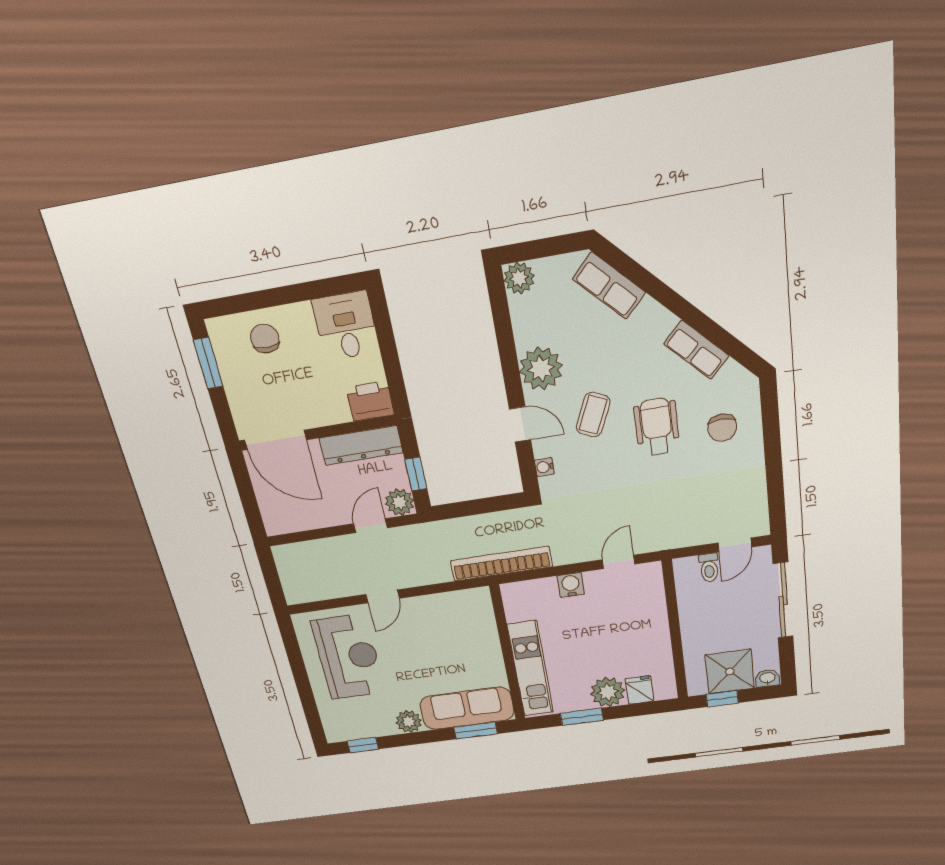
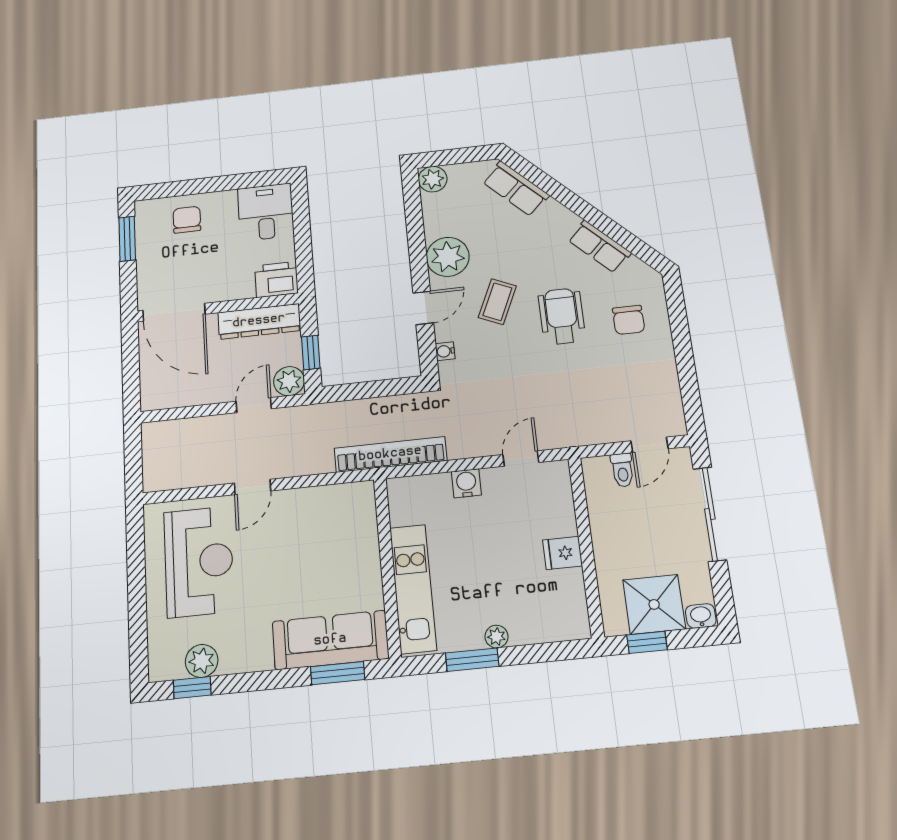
door: (520, 424) -> (423, 308), hinge flipped
fridge: (640, 690) -> (563, 553), moved, turned -90
plant: (608, 692) -> (496, 637), width x0.53, depth x0.53
plant: (409, 722) -> (202, 661), moved

